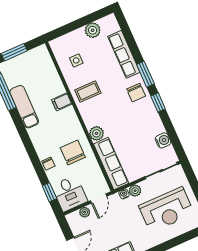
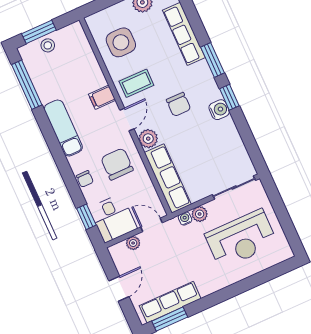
side table: (76, 60) -> (121, 42), width x1.87, depth x1.87
stool: (21, 62) -> (48, 45), added
chair: (136, 93) -> (179, 104), moved
exam couch: (24, 107) -> (63, 128), moved
door: (80, 119) -> (127, 119), added
water cooler: (163, 140) -> (219, 110), moved
door: (99, 199) -> (151, 225), swing flipped

